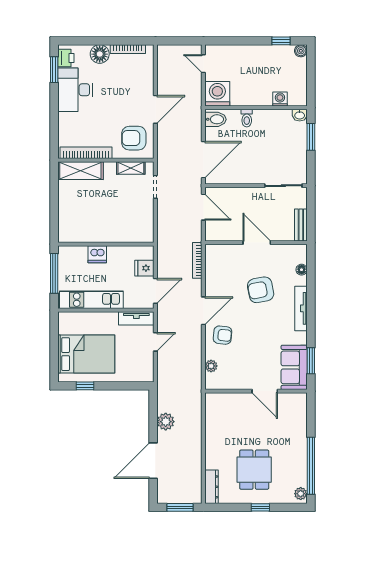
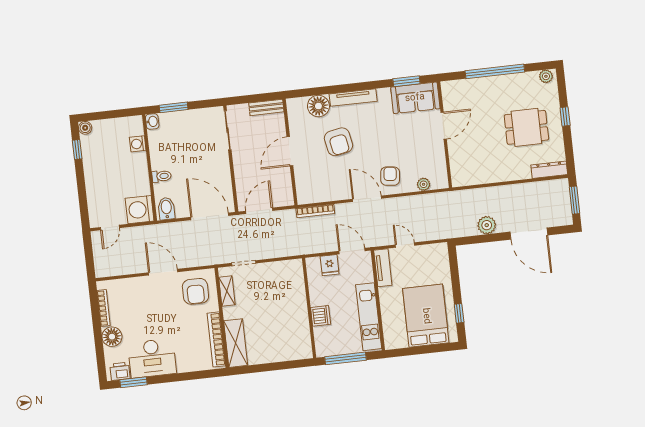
floor lamp: (302, 270) -> (318, 106), width x1.89, depth x1.89
window: (311, 466) -> (495, 71), moved

